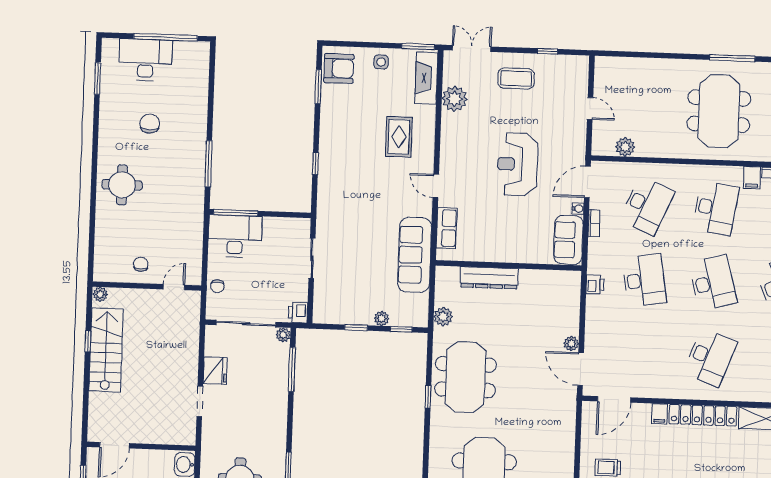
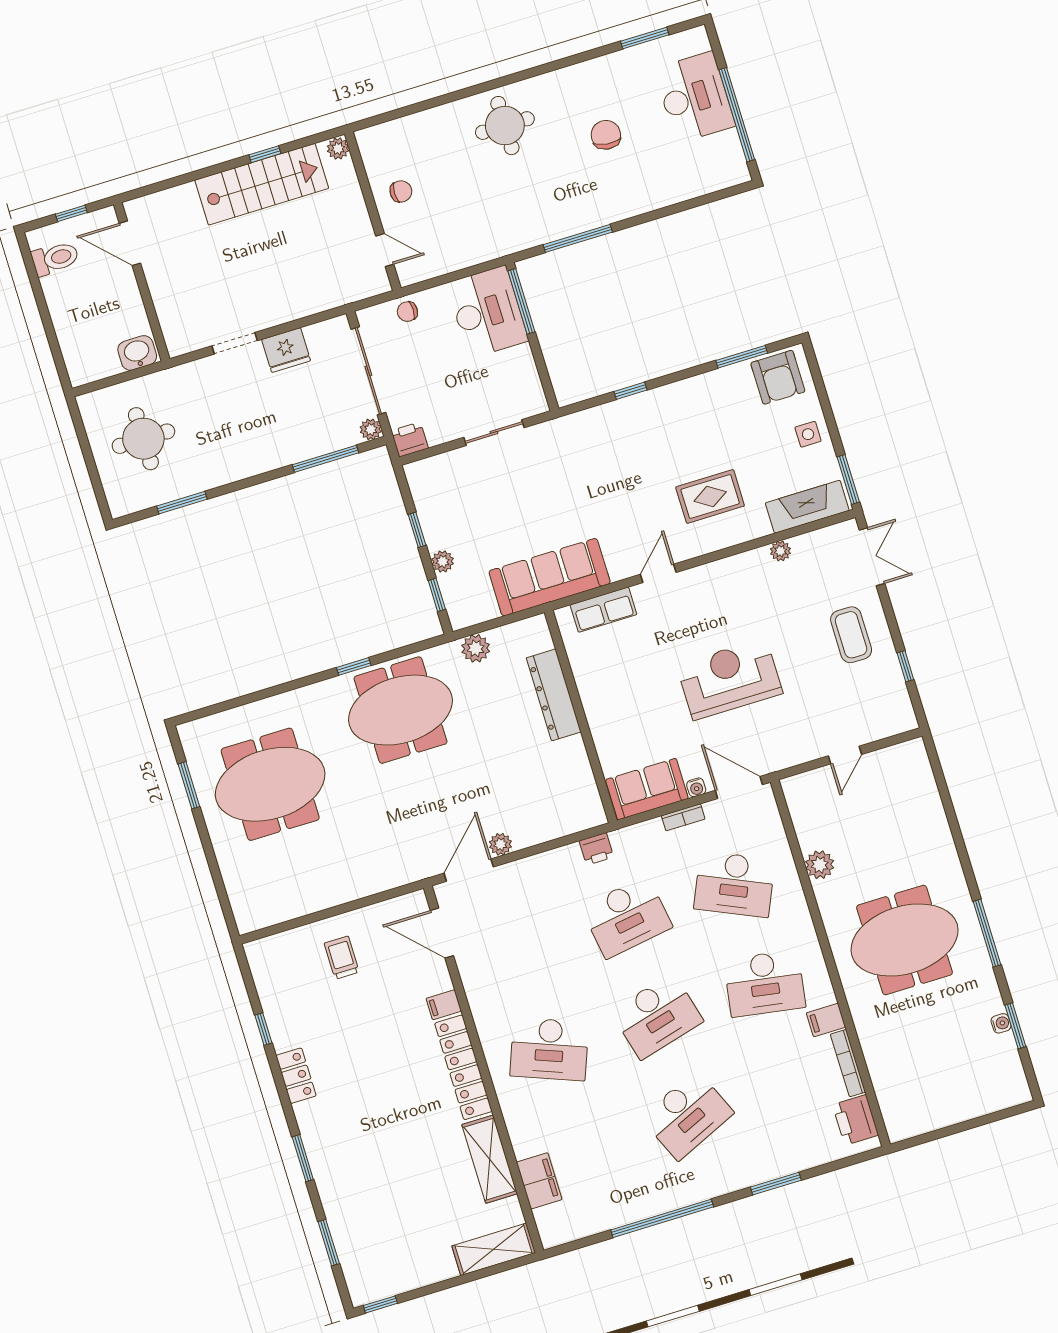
plant: (455, 99) -> (780, 551), width x0.53, depth x0.53
chair: (150, 124) -> (606, 135), turned -84
plant: (625, 147) -> (820, 865), moved

